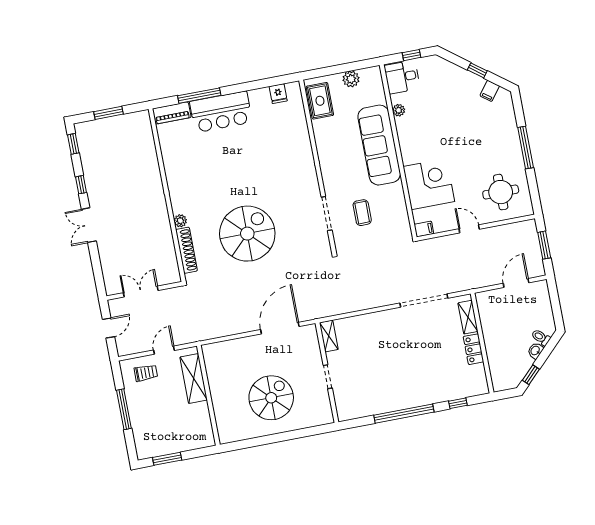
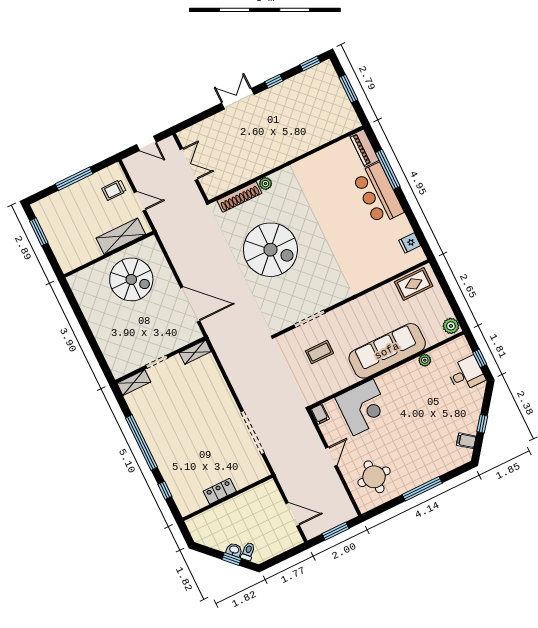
desk: (402, 77) -> (466, 374), moved, turned 90
plant: (351, 79) -> (451, 326), moved
shelving: (468, 317) -> (134, 383), moved
trolley: (146, 373) -> (114, 190), turned 90
window: (531, 375) -> (232, 559), moved
spiral stairs: (271, 398) -> (131, 279), moved

